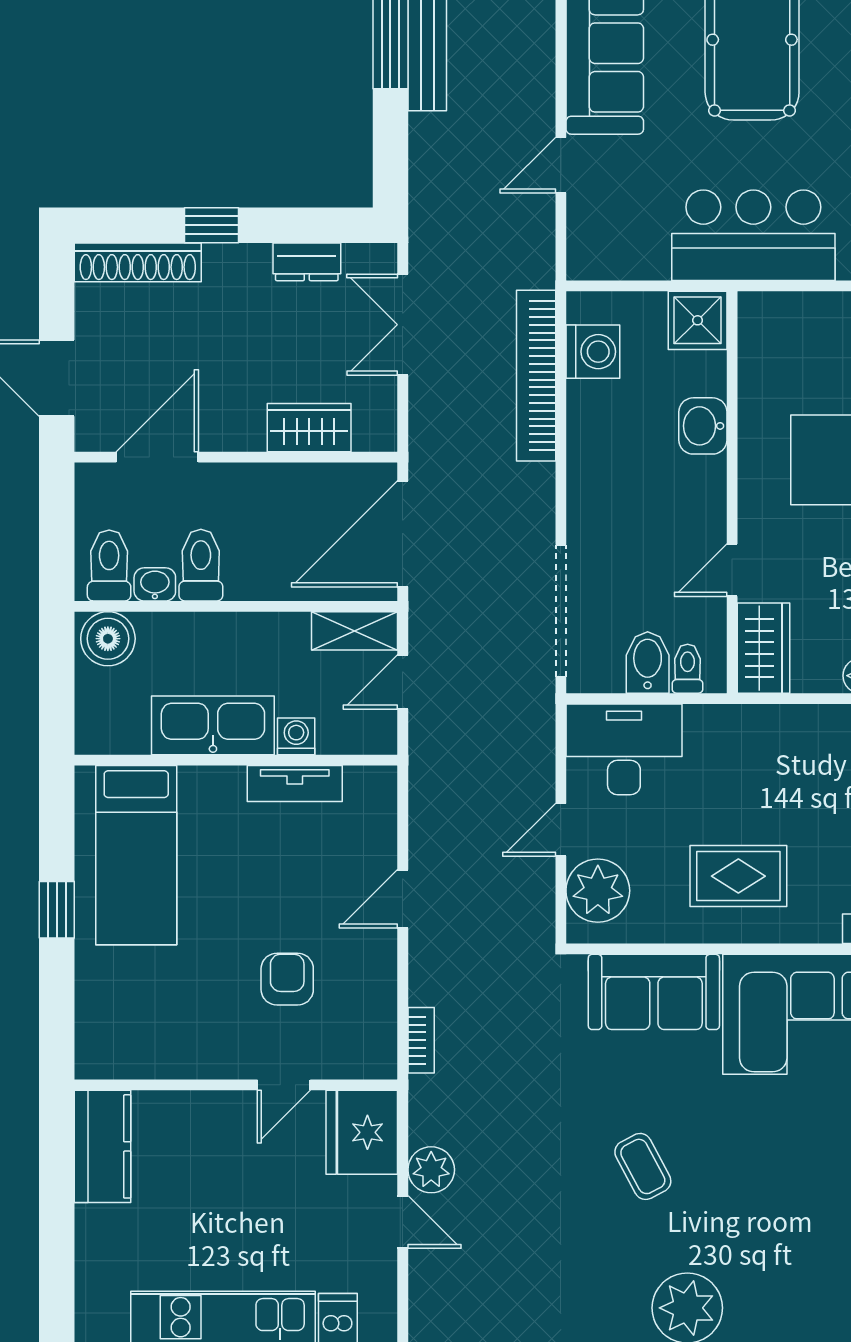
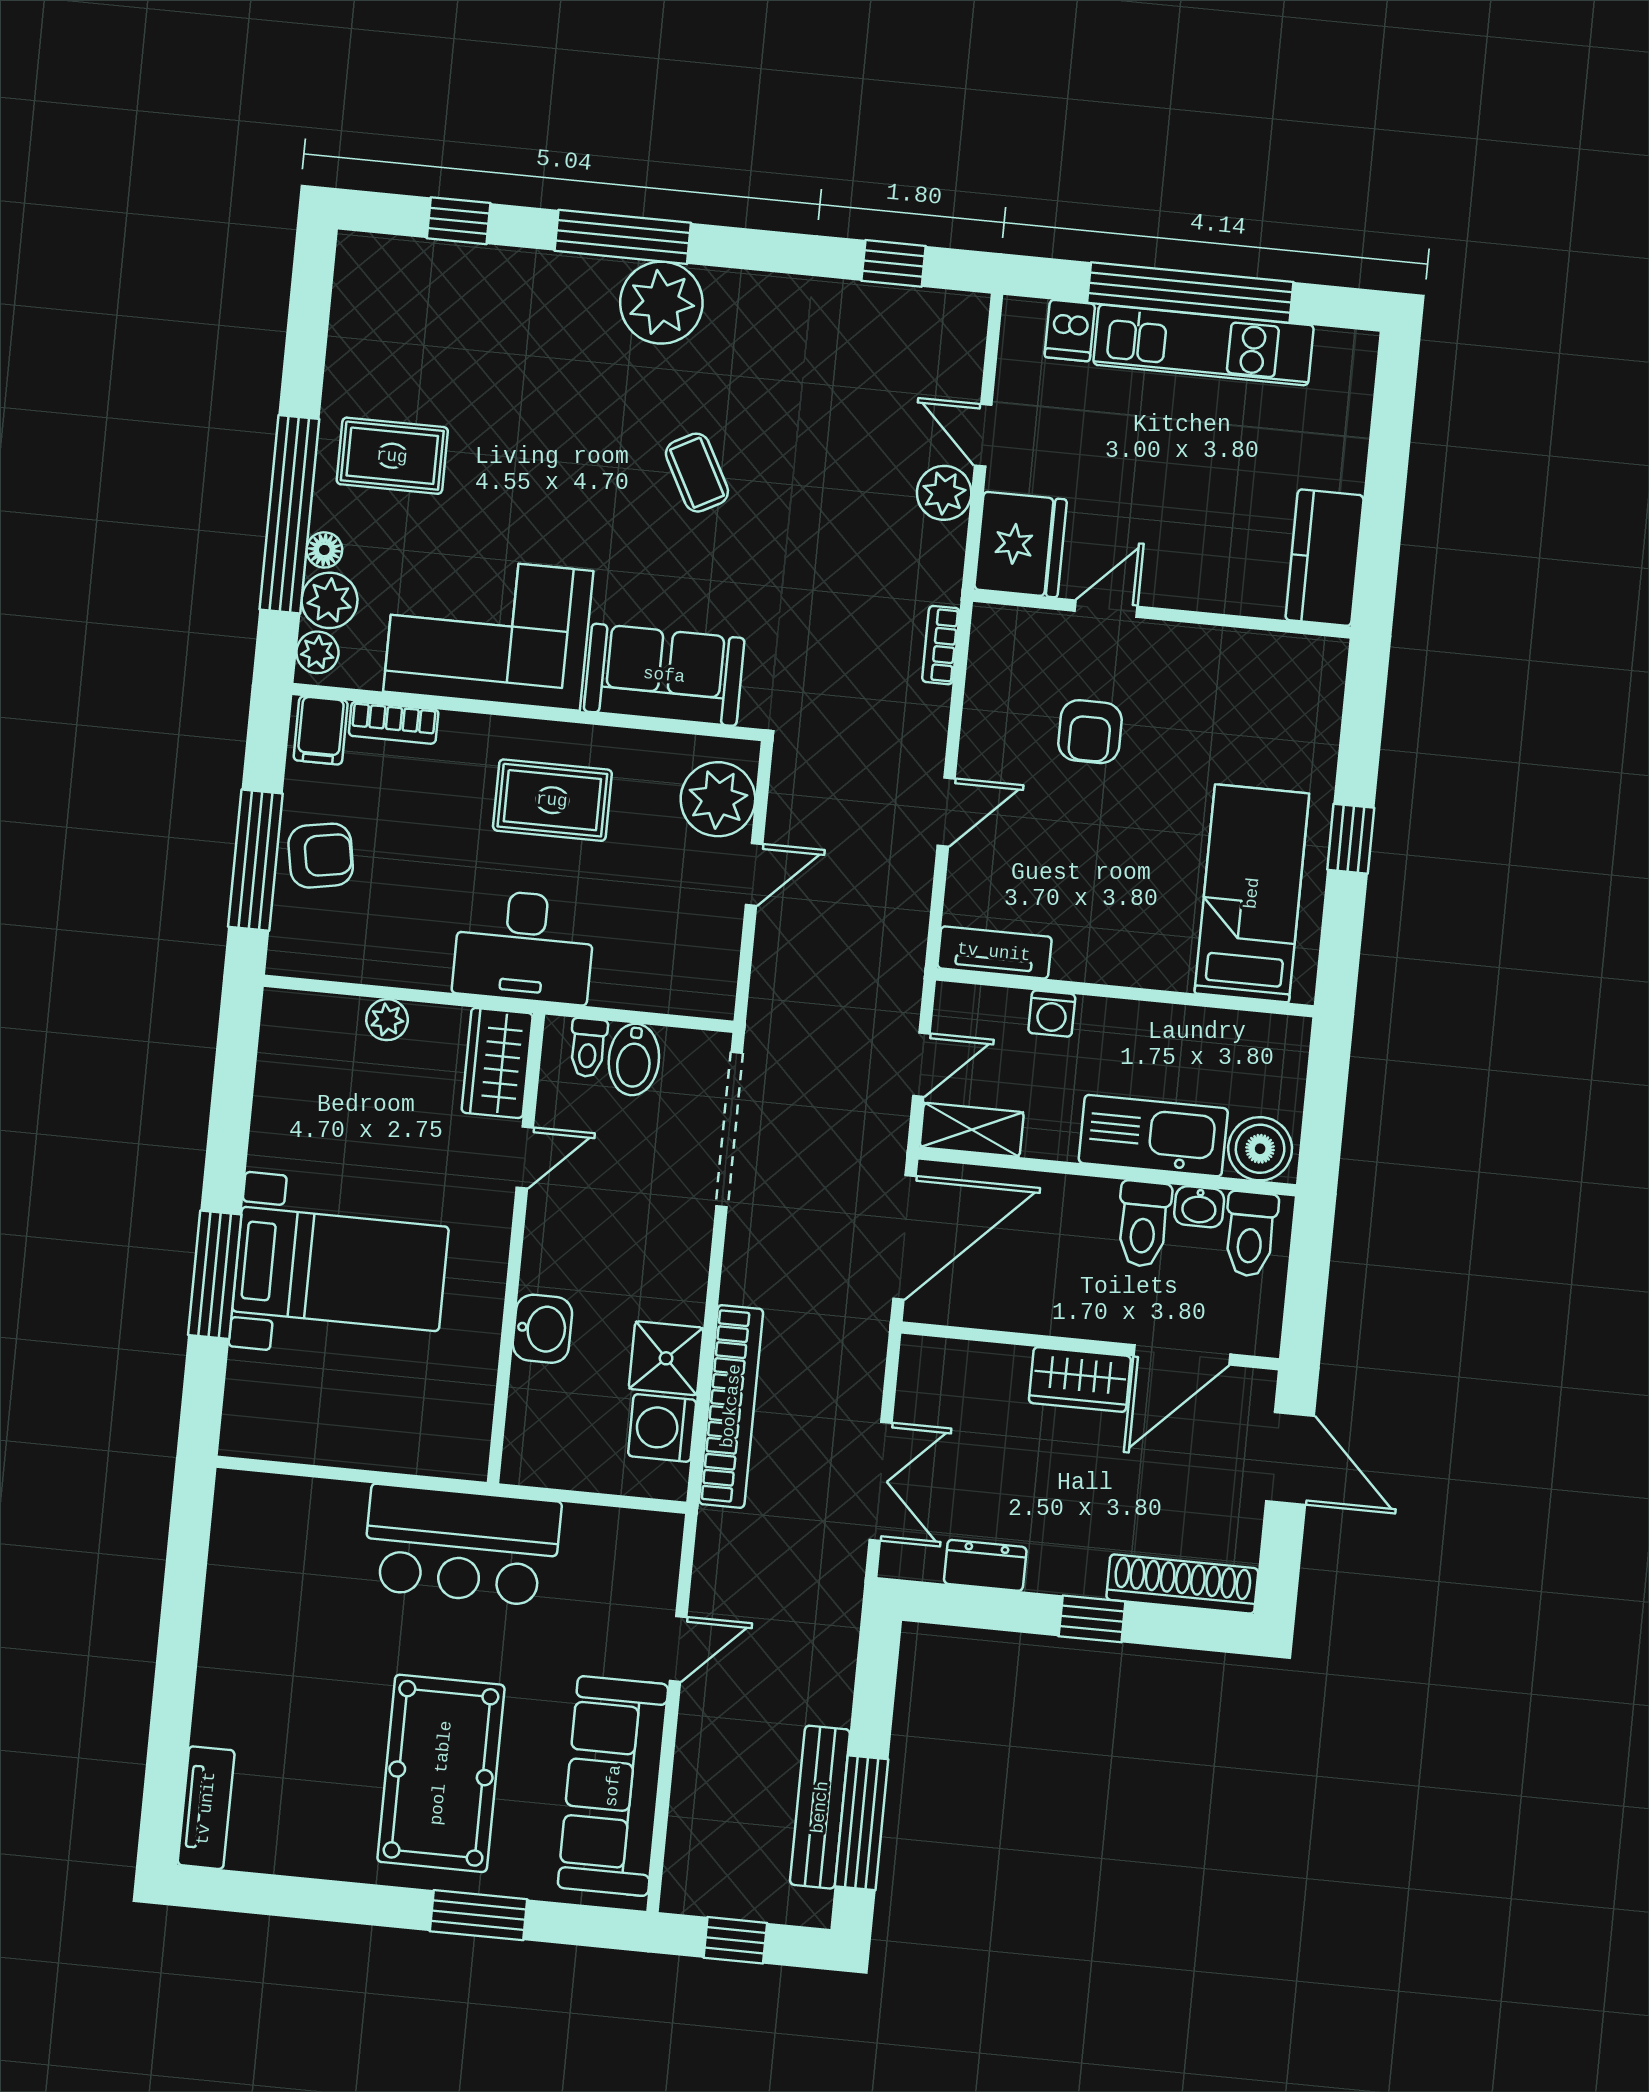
shower: (698, 320) -> (666, 1358), moved
wardrobe: (309, 428) -> (1080, 1379), moved
kitchen sink: (213, 725) -> (1153, 1136), moved, turned 180
desk: (624, 749) -> (524, 946), moved
tv unit: (295, 783) -> (994, 952), moved

